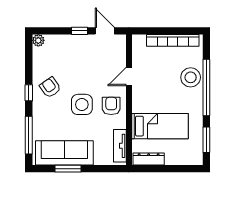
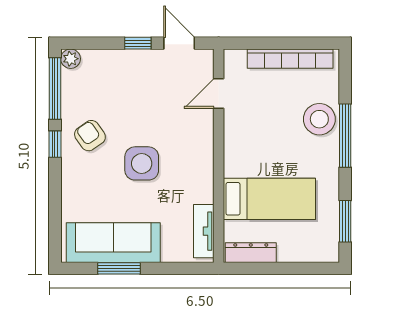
door: (129, 77) -> (219, 94), moved
window: (206, 87) -> (345, 136), width x0.68
armchair: (111, 106) -> (190, 166), removed
window: (29, 135) -> (55, 88), moved

